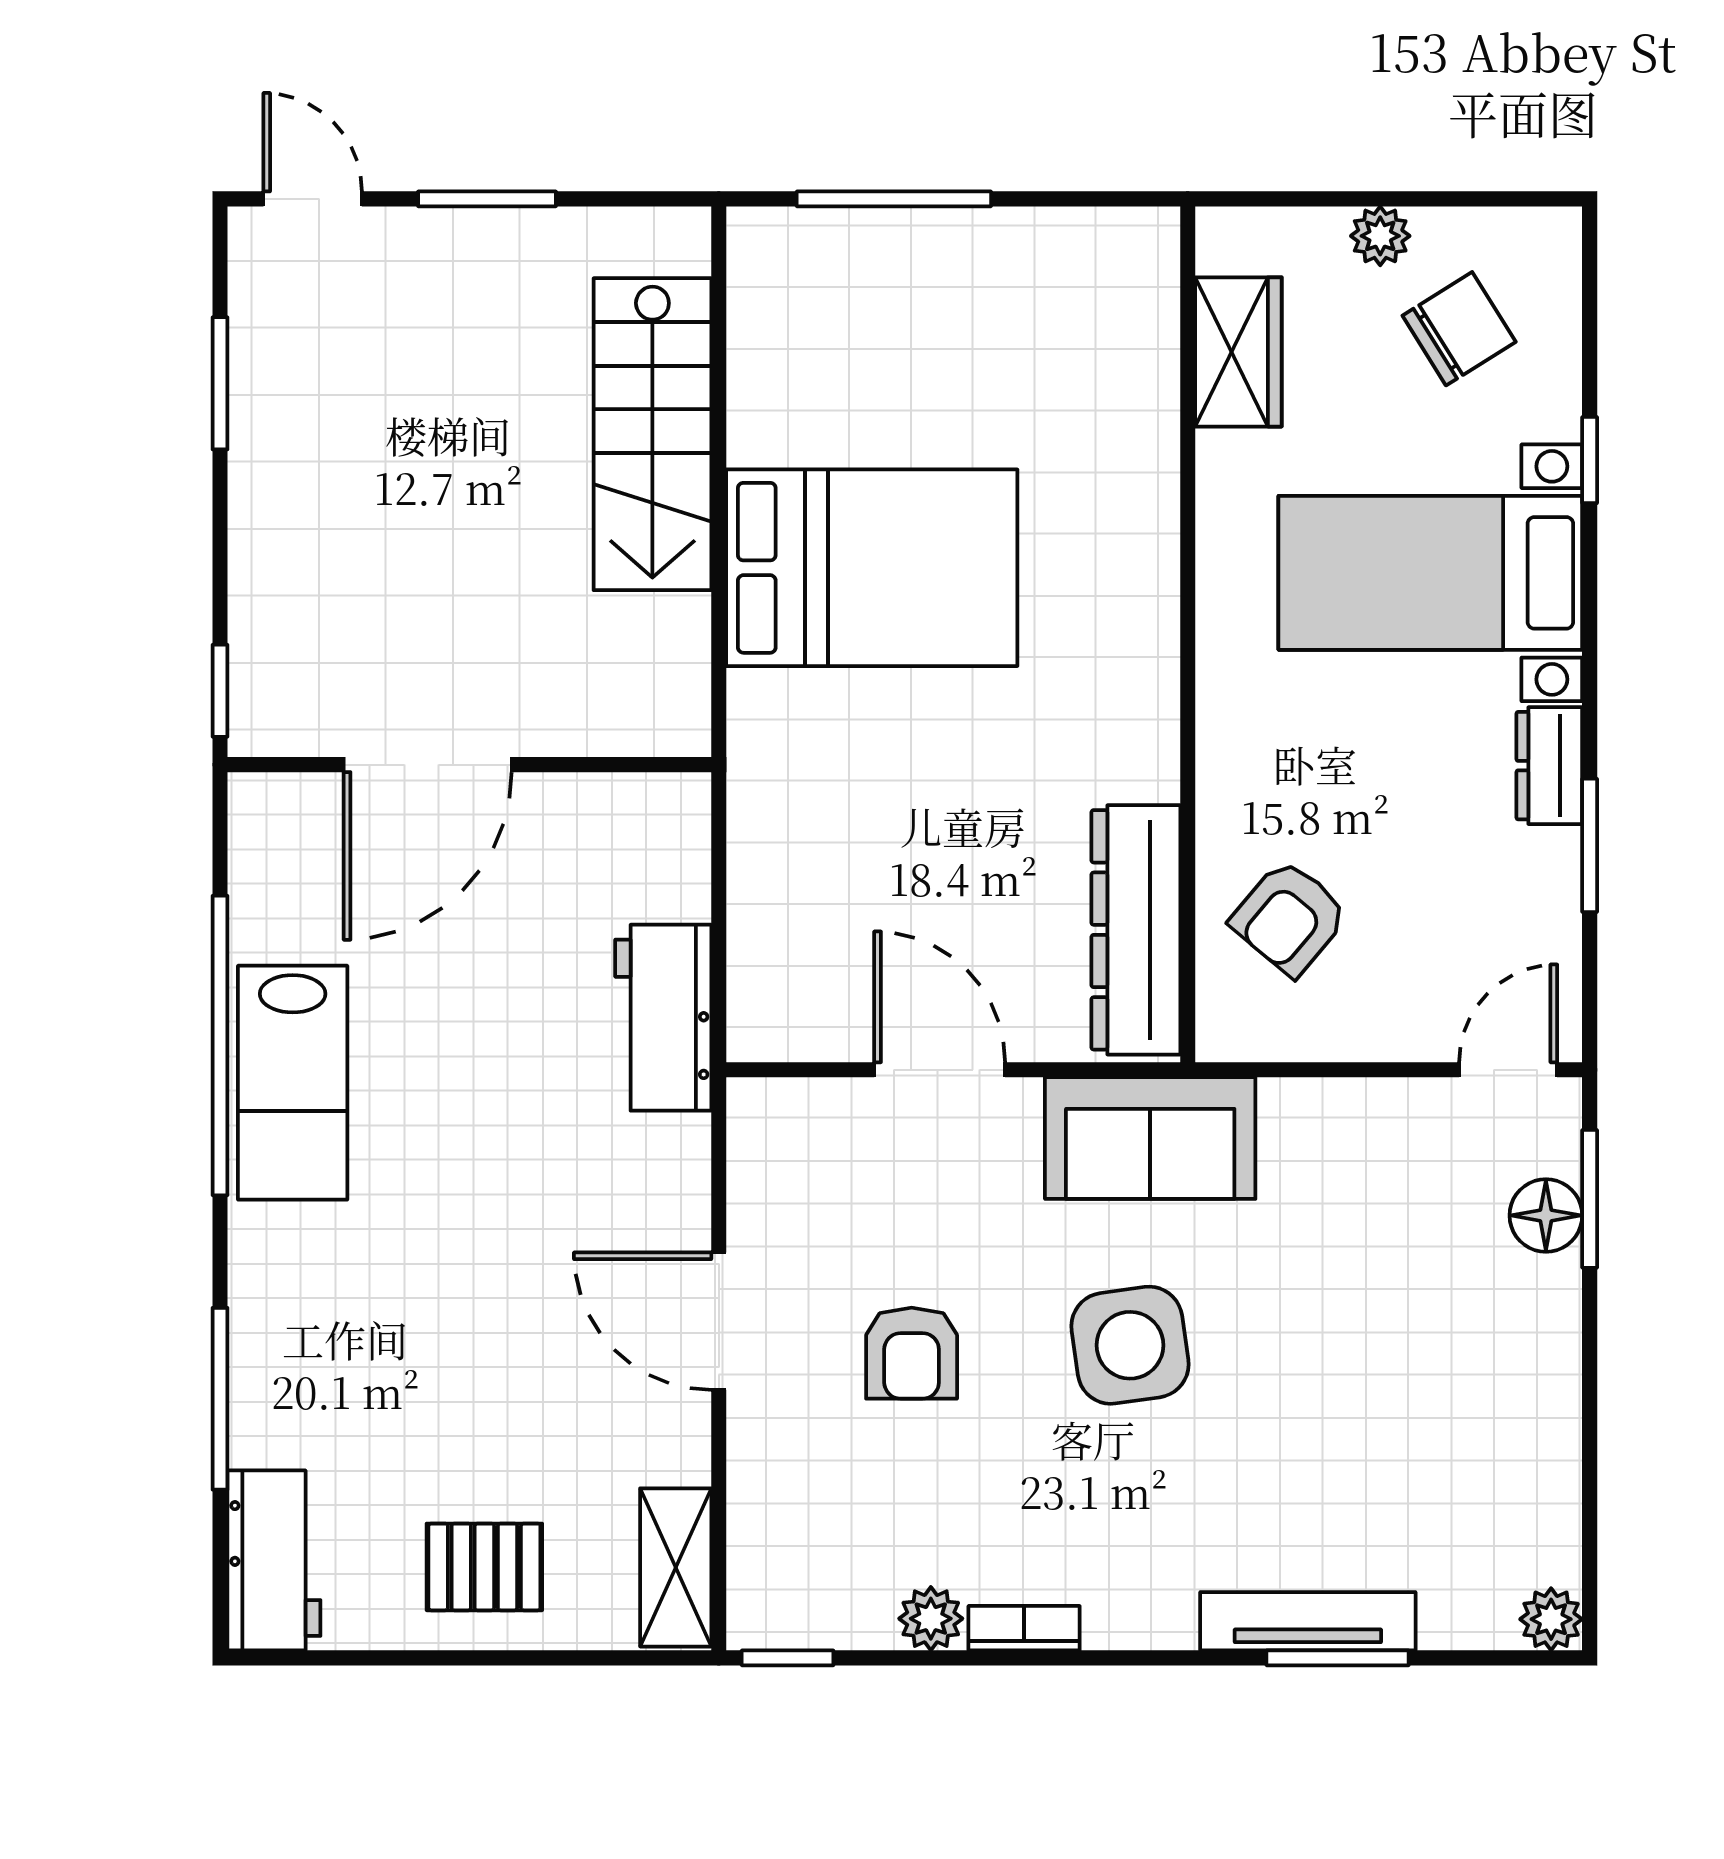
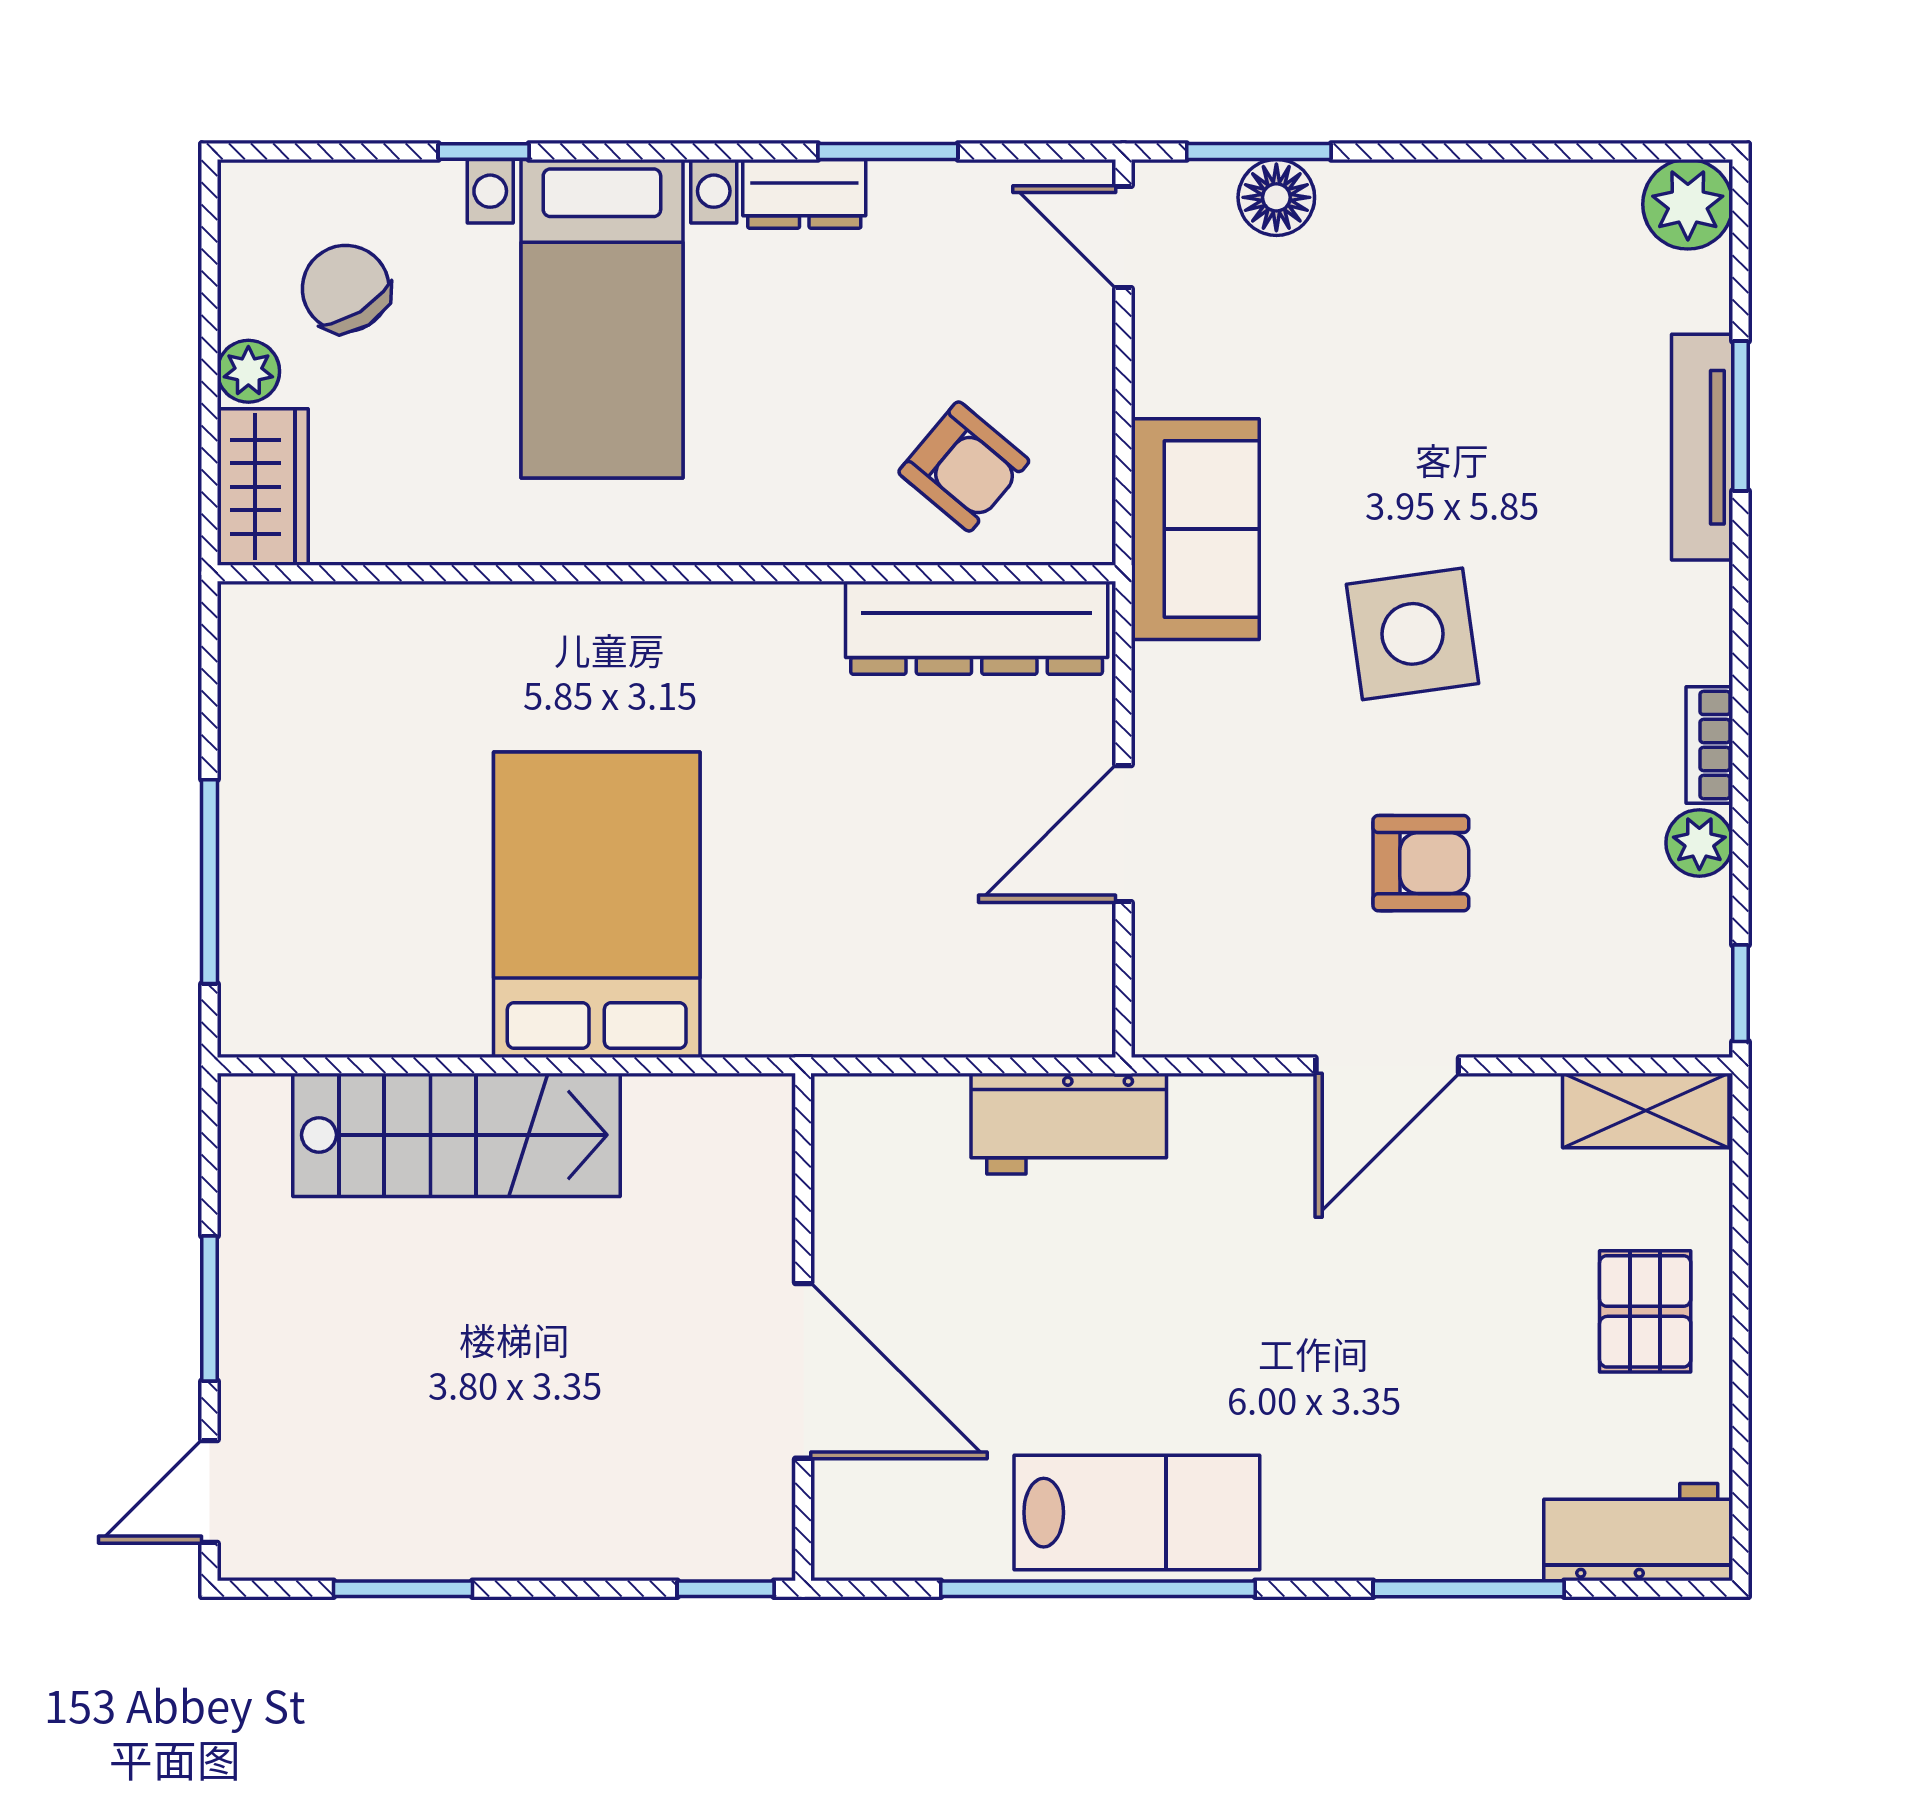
wardrobe: (1238, 352) -> (263, 487), moved, turned 90
sofa: (1150, 1138) -> (1195, 529), moved
plant: (1551, 1619) -> (1688, 204), width x1.38, depth x1.38

